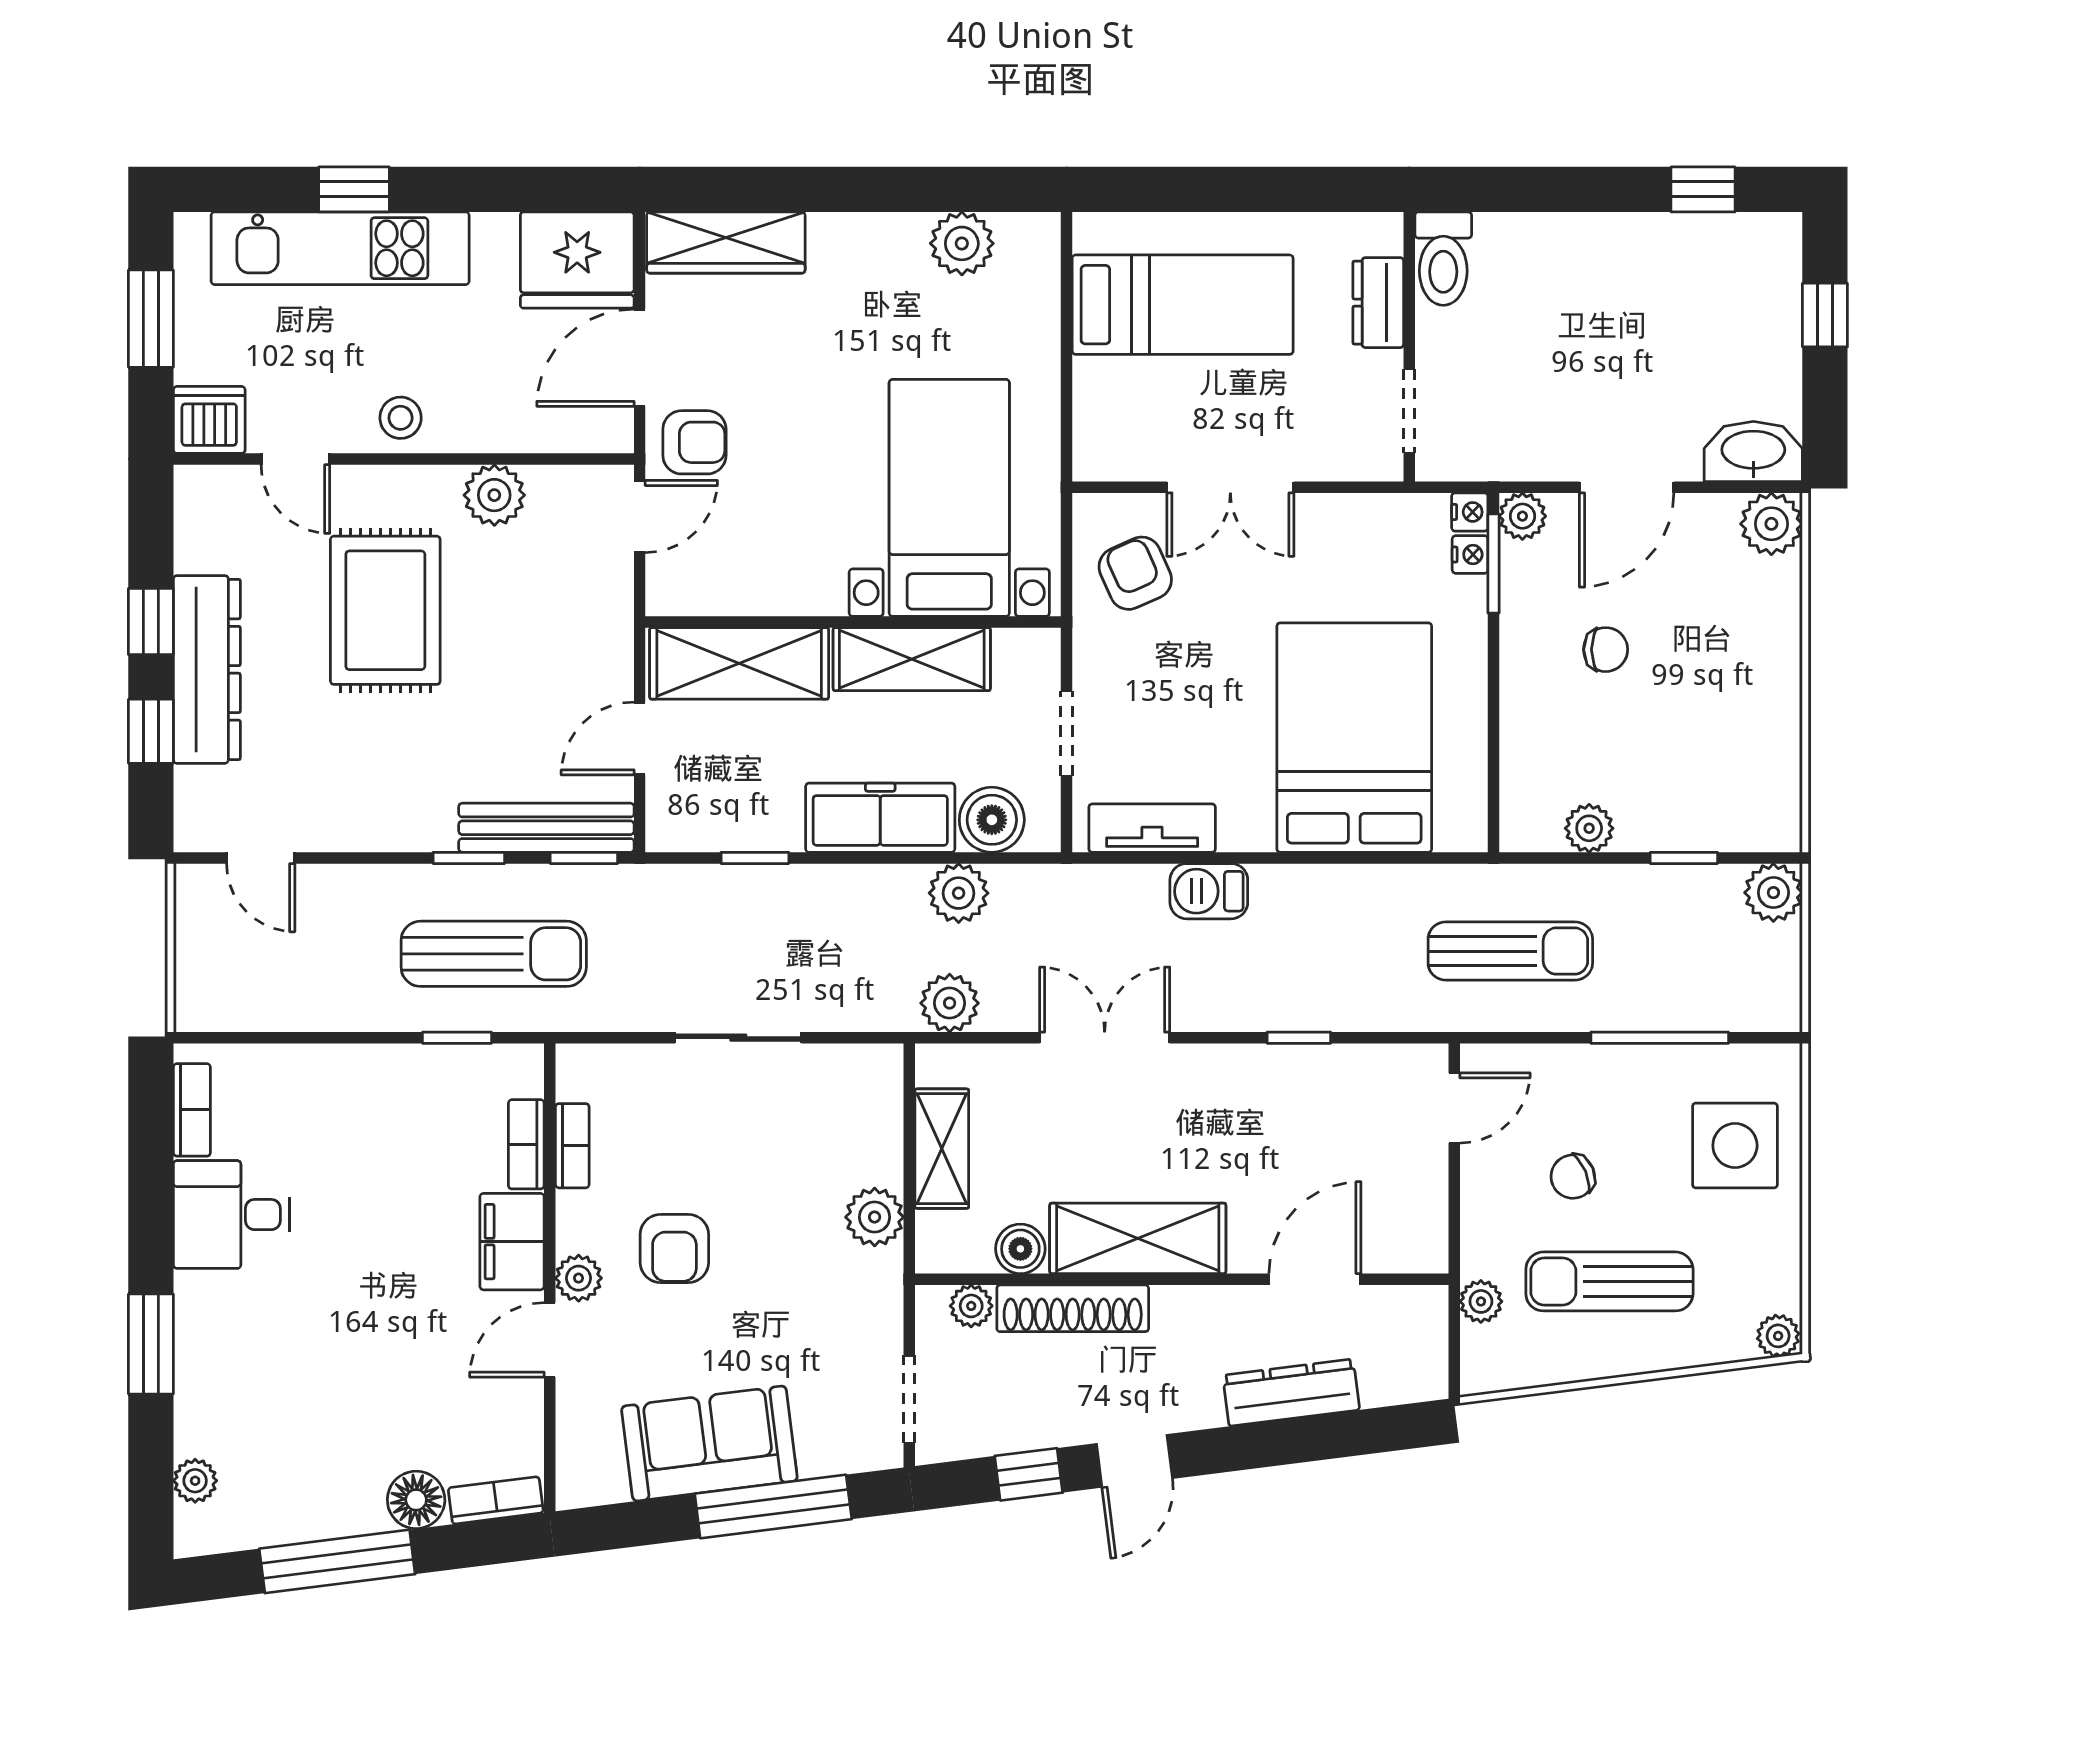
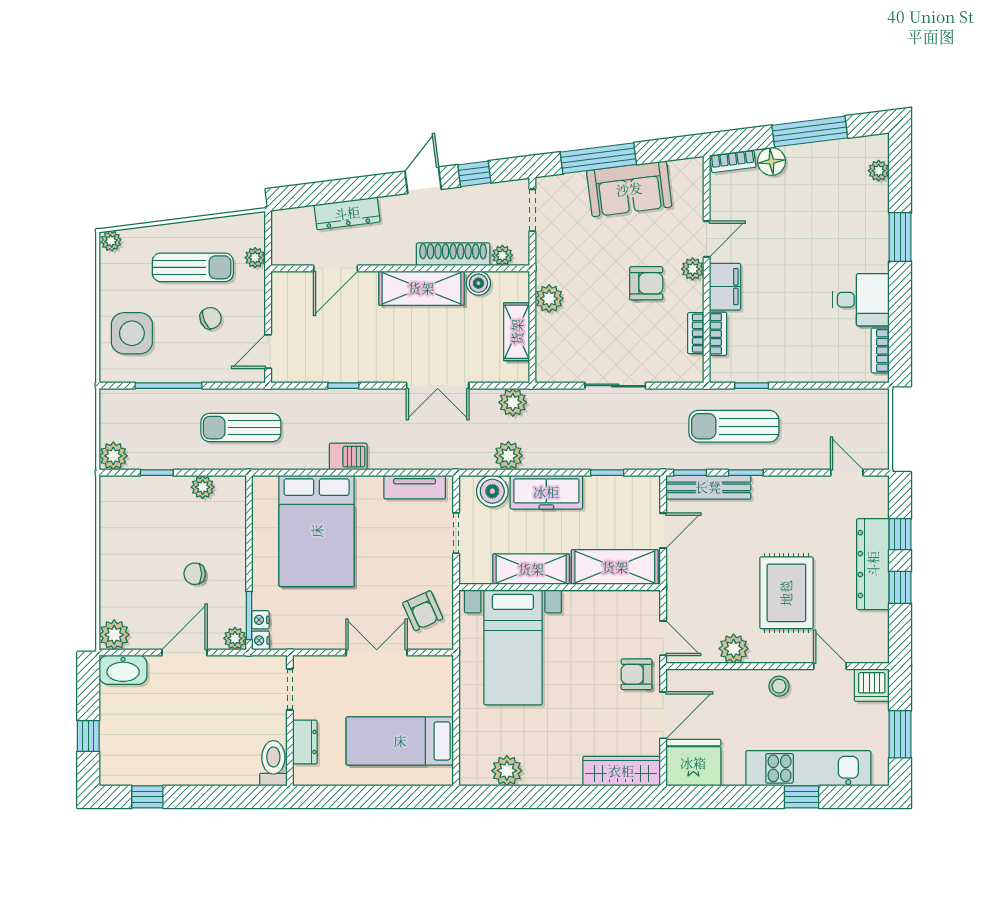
door: (640, 517) -> (663, 638), swing flipped
barbecue: (1209, 891) -> (348, 457), moved
armchair: (674, 1248) -> (646, 283), turned 90

